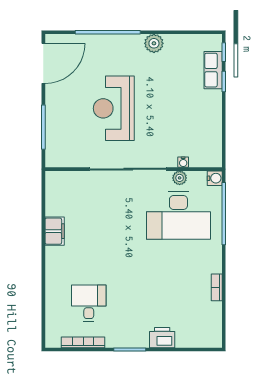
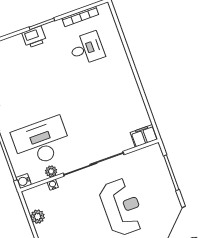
plant: (214, 132) -> (38, 217), added
filing cabinet: (55, 231) -> (144, 136), moved, turned 90
desk: (89, 303) -> (87, 48), turned -90
printer: (162, 338) -> (34, 37), moved

